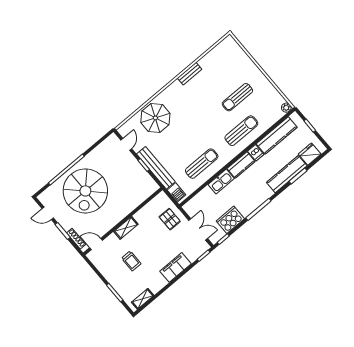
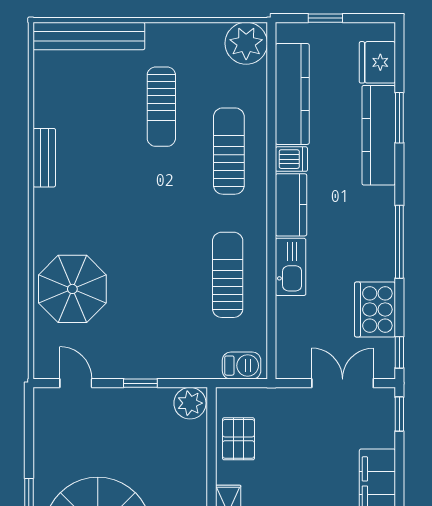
plant: (286, 108) -> (246, 43), width x1.88, depth x1.88
bench: (156, 168) -> (89, 36), moved
plant: (151, 186) -> (190, 403), added
pallet: (170, 219) -> (238, 439), moved, turned 90

